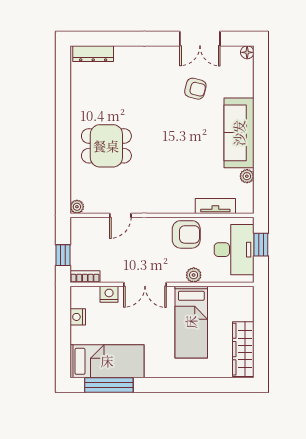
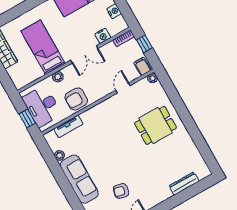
dresser: (93, 54) -> (184, 184), moved
filing cabinet: (81, 228) -> (142, 66), added
double door: (145, 284) -> (84, 54), swing flipped

